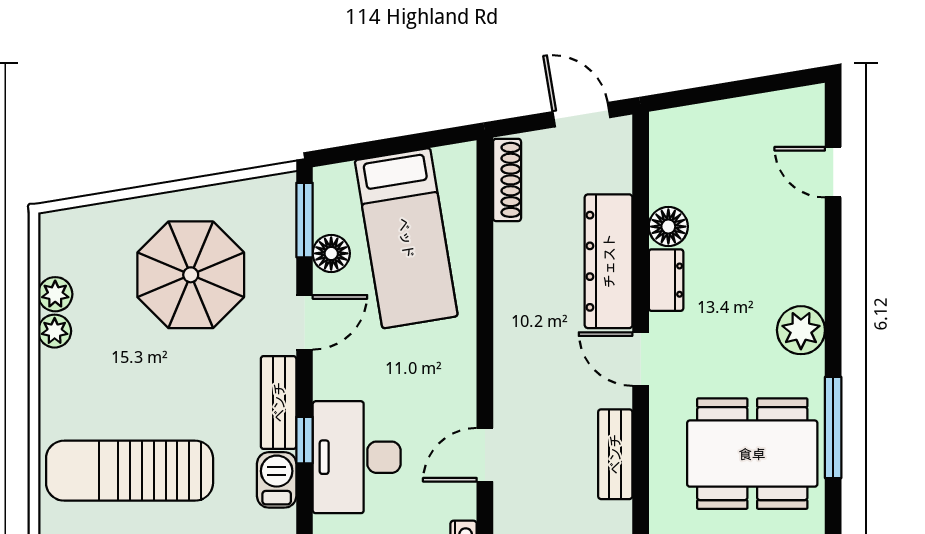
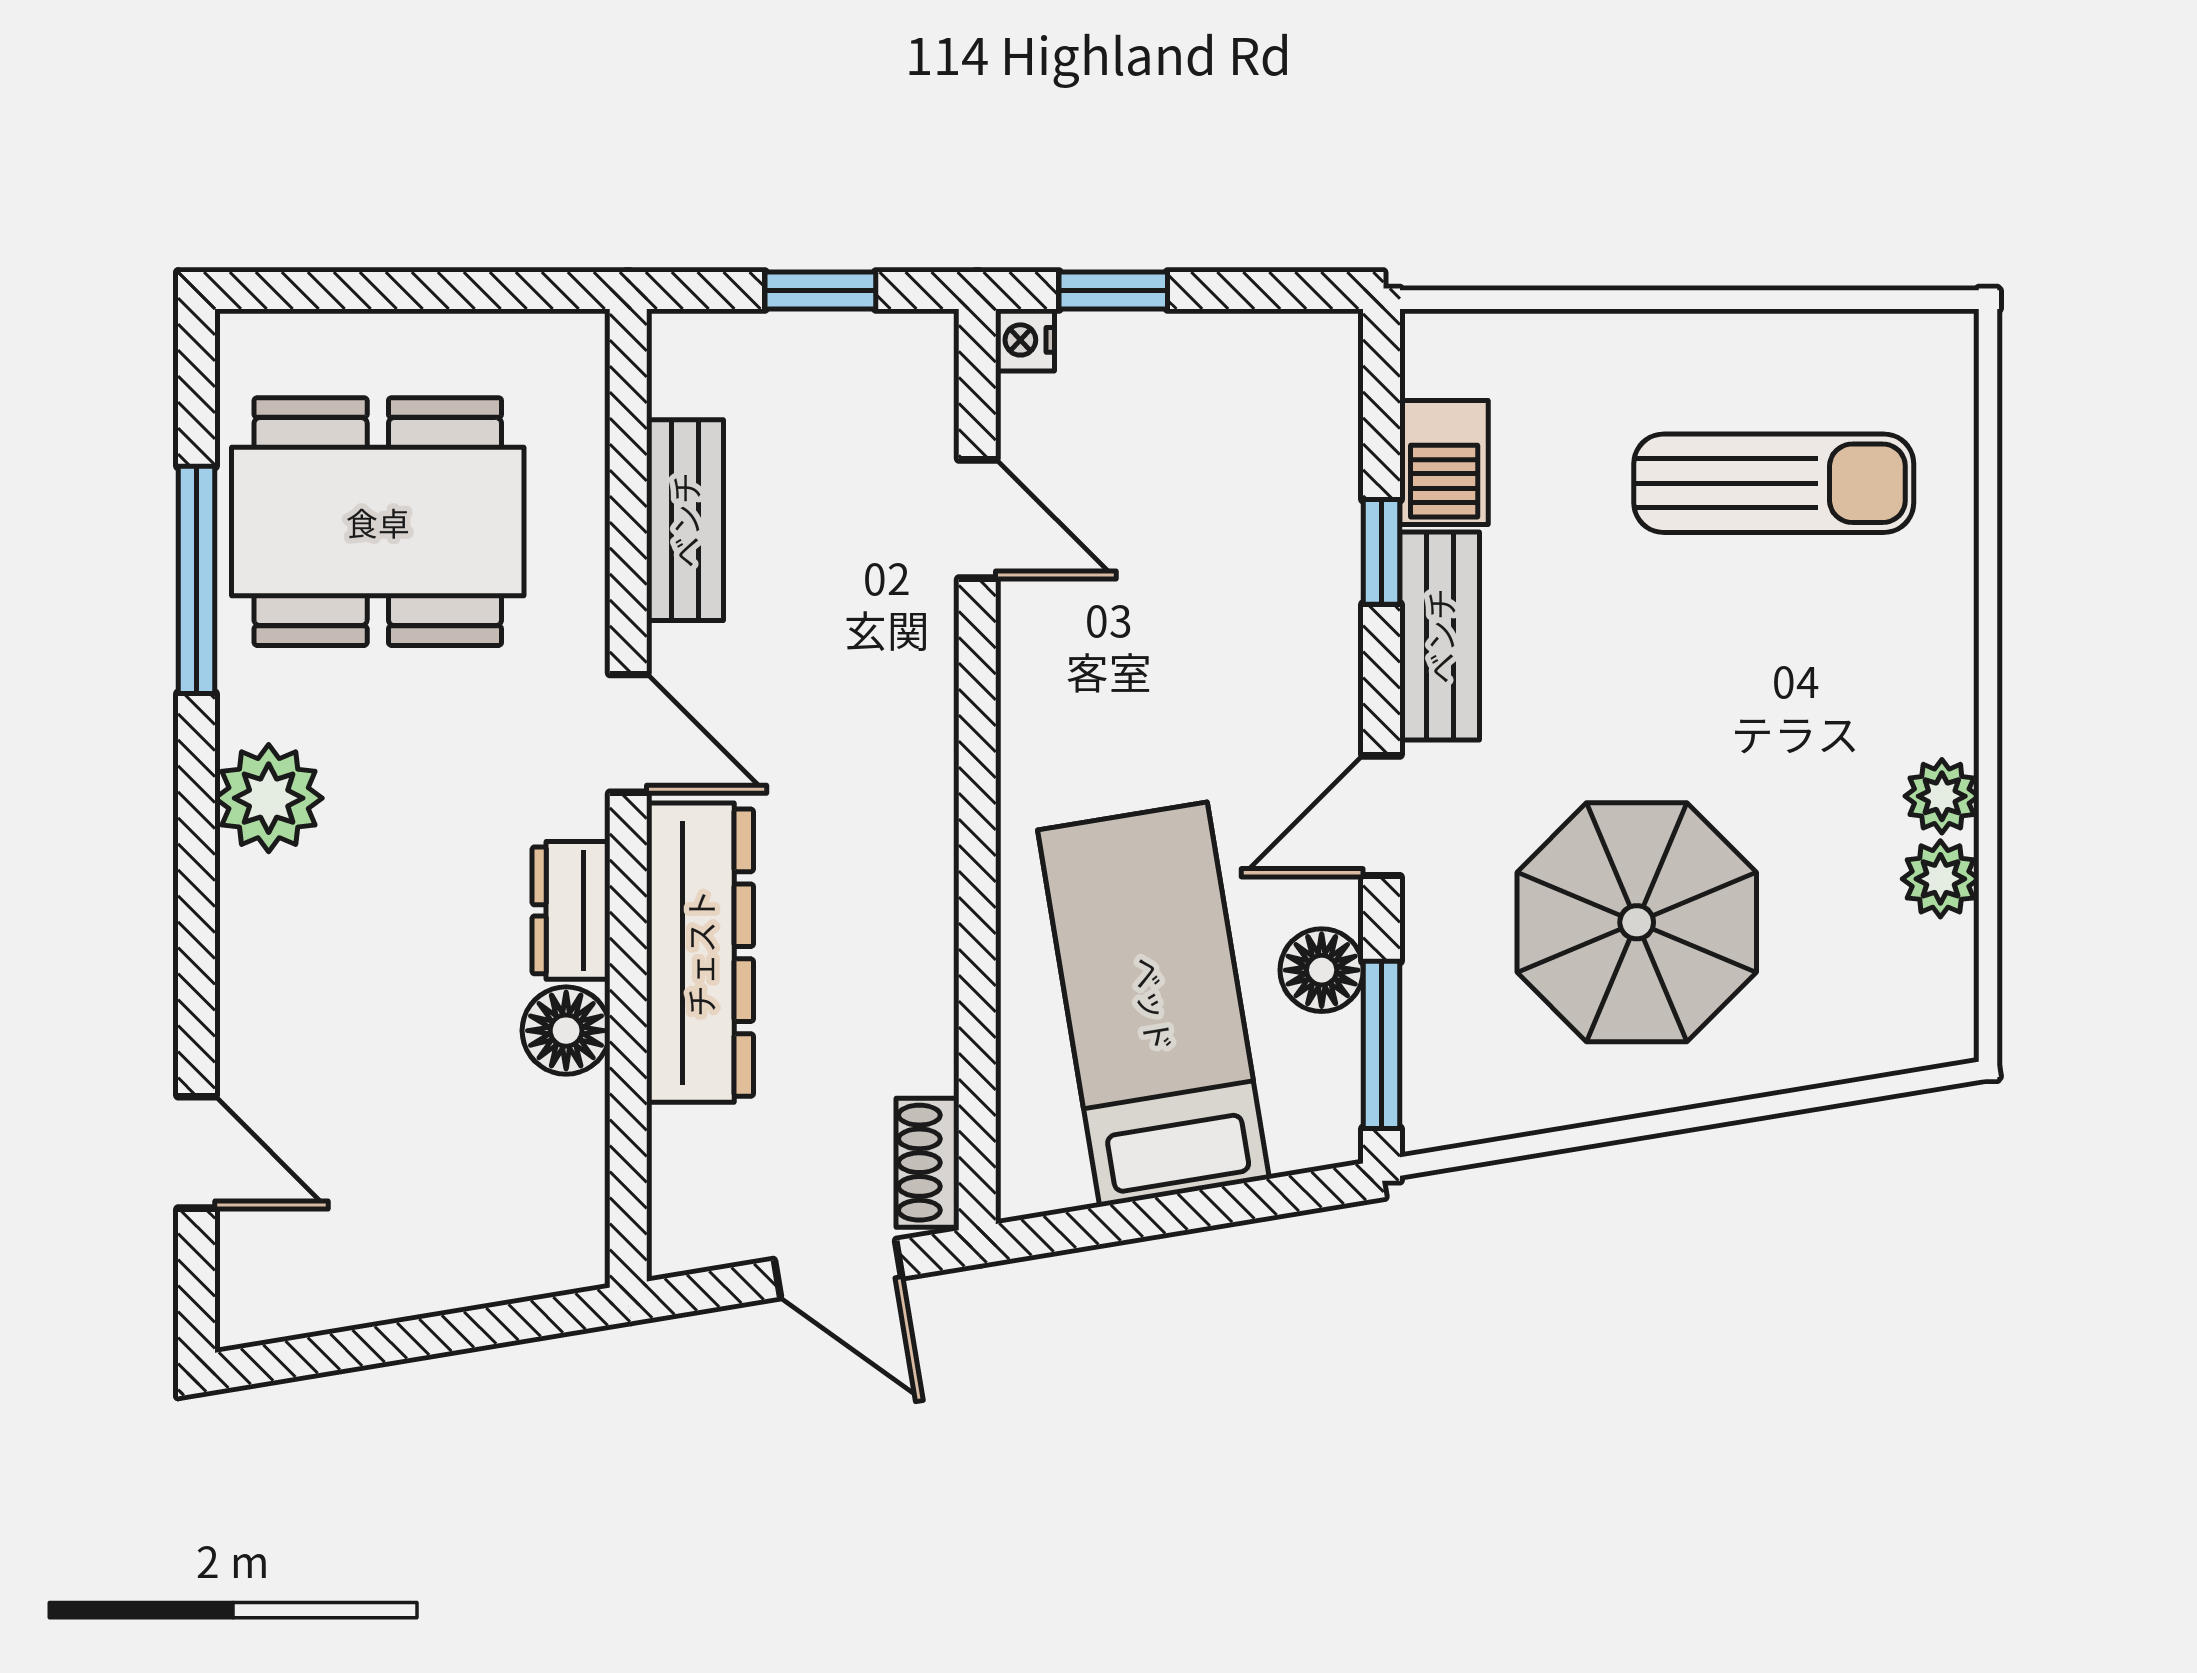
door: (581, 115) -> (838, 1269), moved
shoe rack: (507, 180) -> (928, 1163), width x0.70
door: (485, 455) -> (977, 519), hinge flipped
desk: (357, 457) -> (1265, 513), removed
sun lounger: (130, 471) -> (1774, 483), width x0.73, depth x0.75

